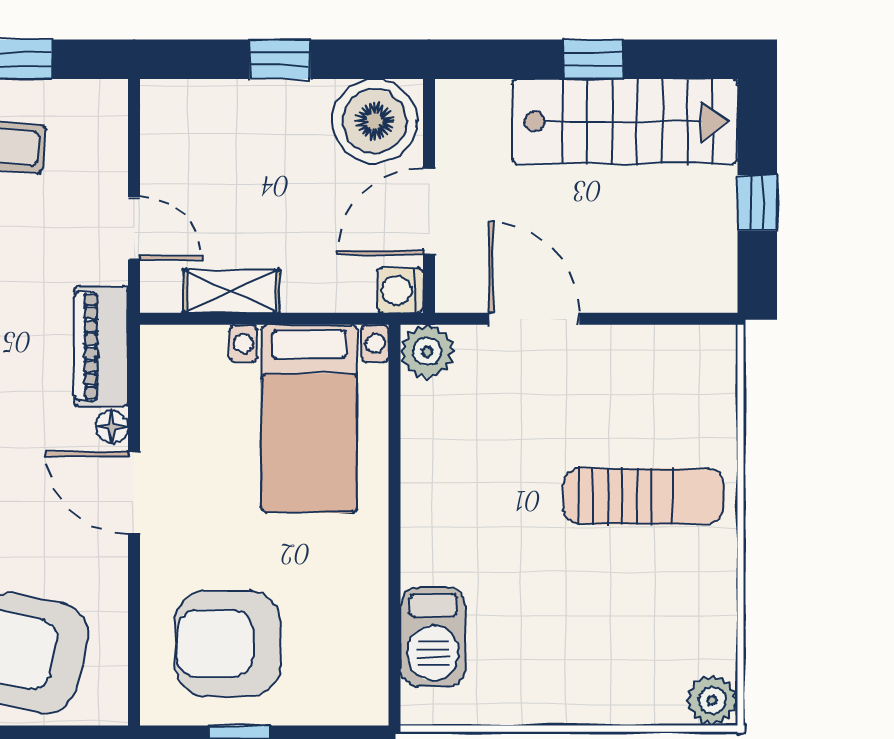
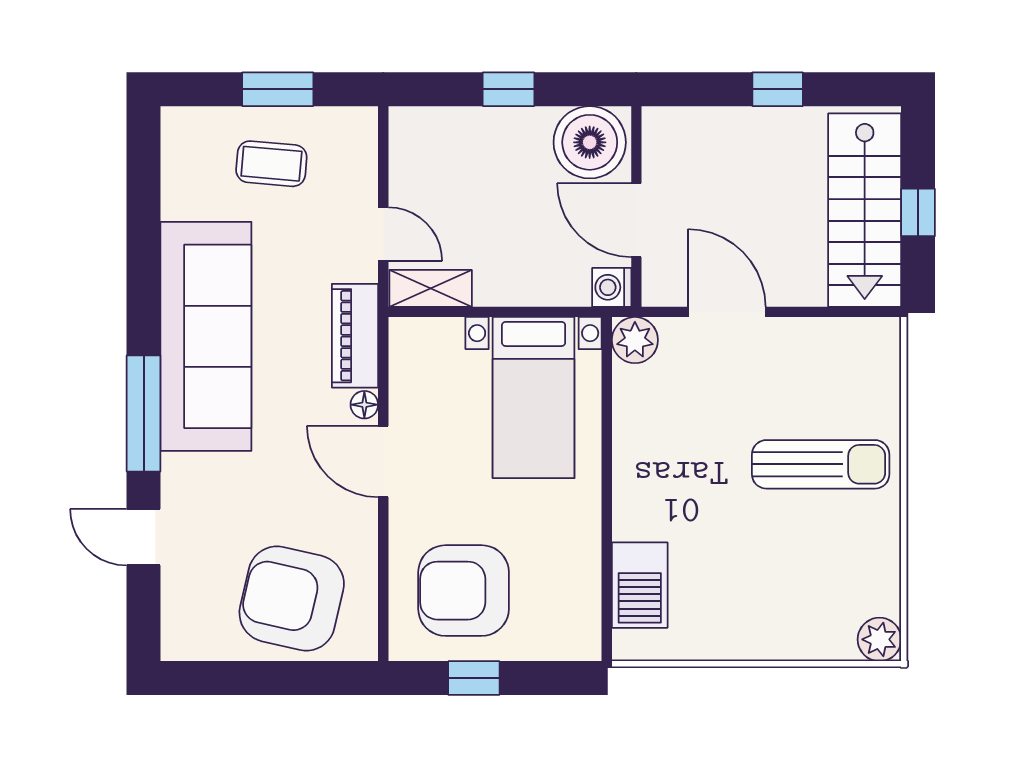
stairs: (625, 121) -> (865, 210), moved, turned 90
door: (429, 212) -> (636, 220), hinge flipped
shelving: (231, 291) -> (431, 288), moved

